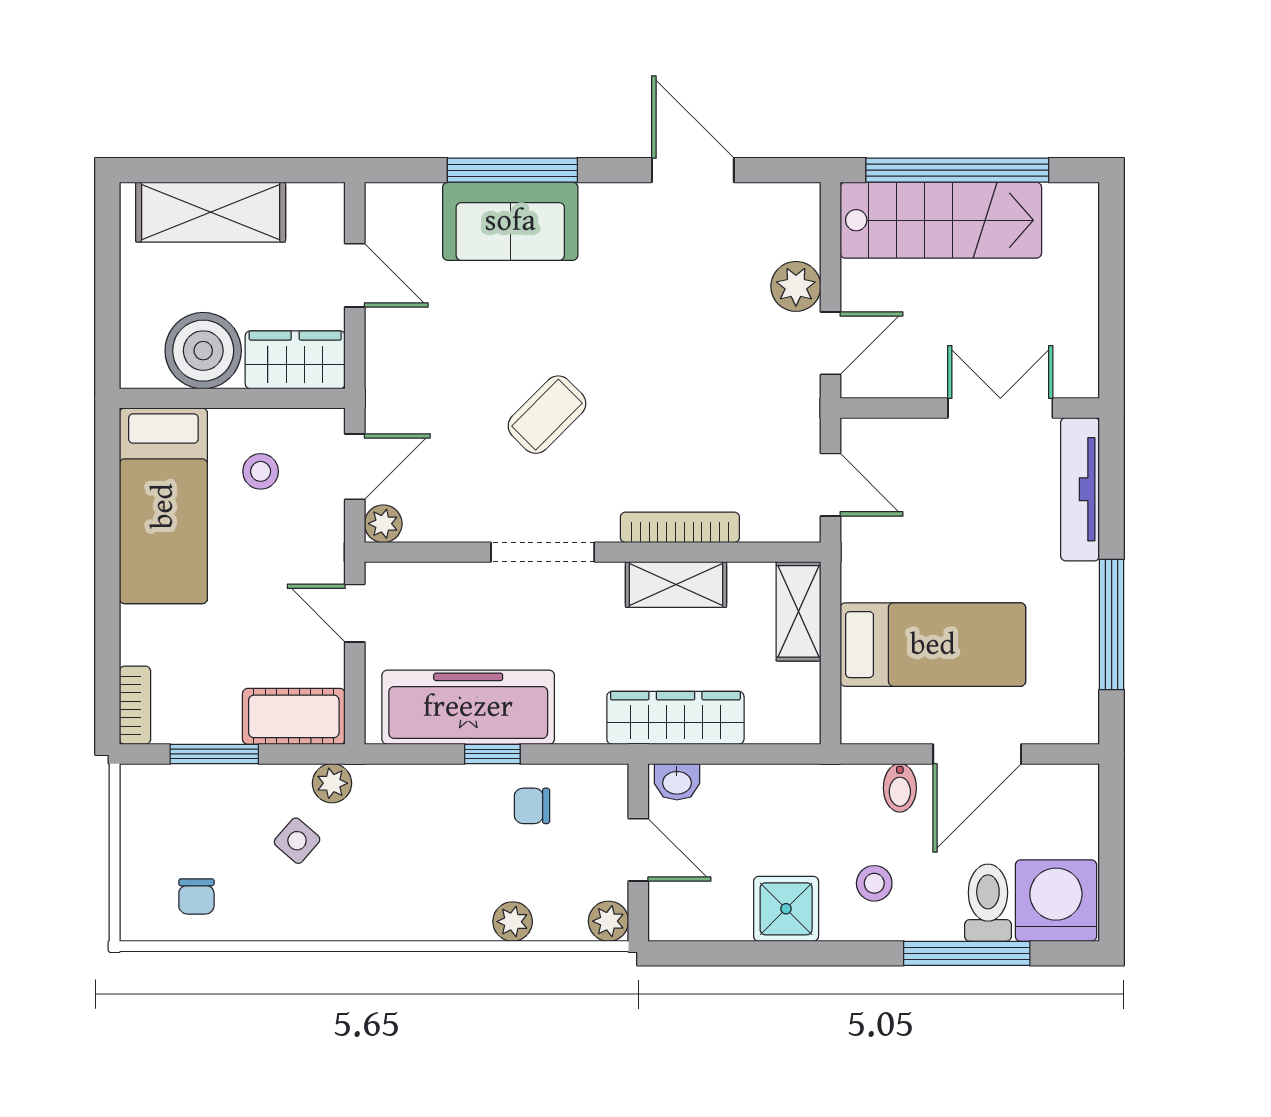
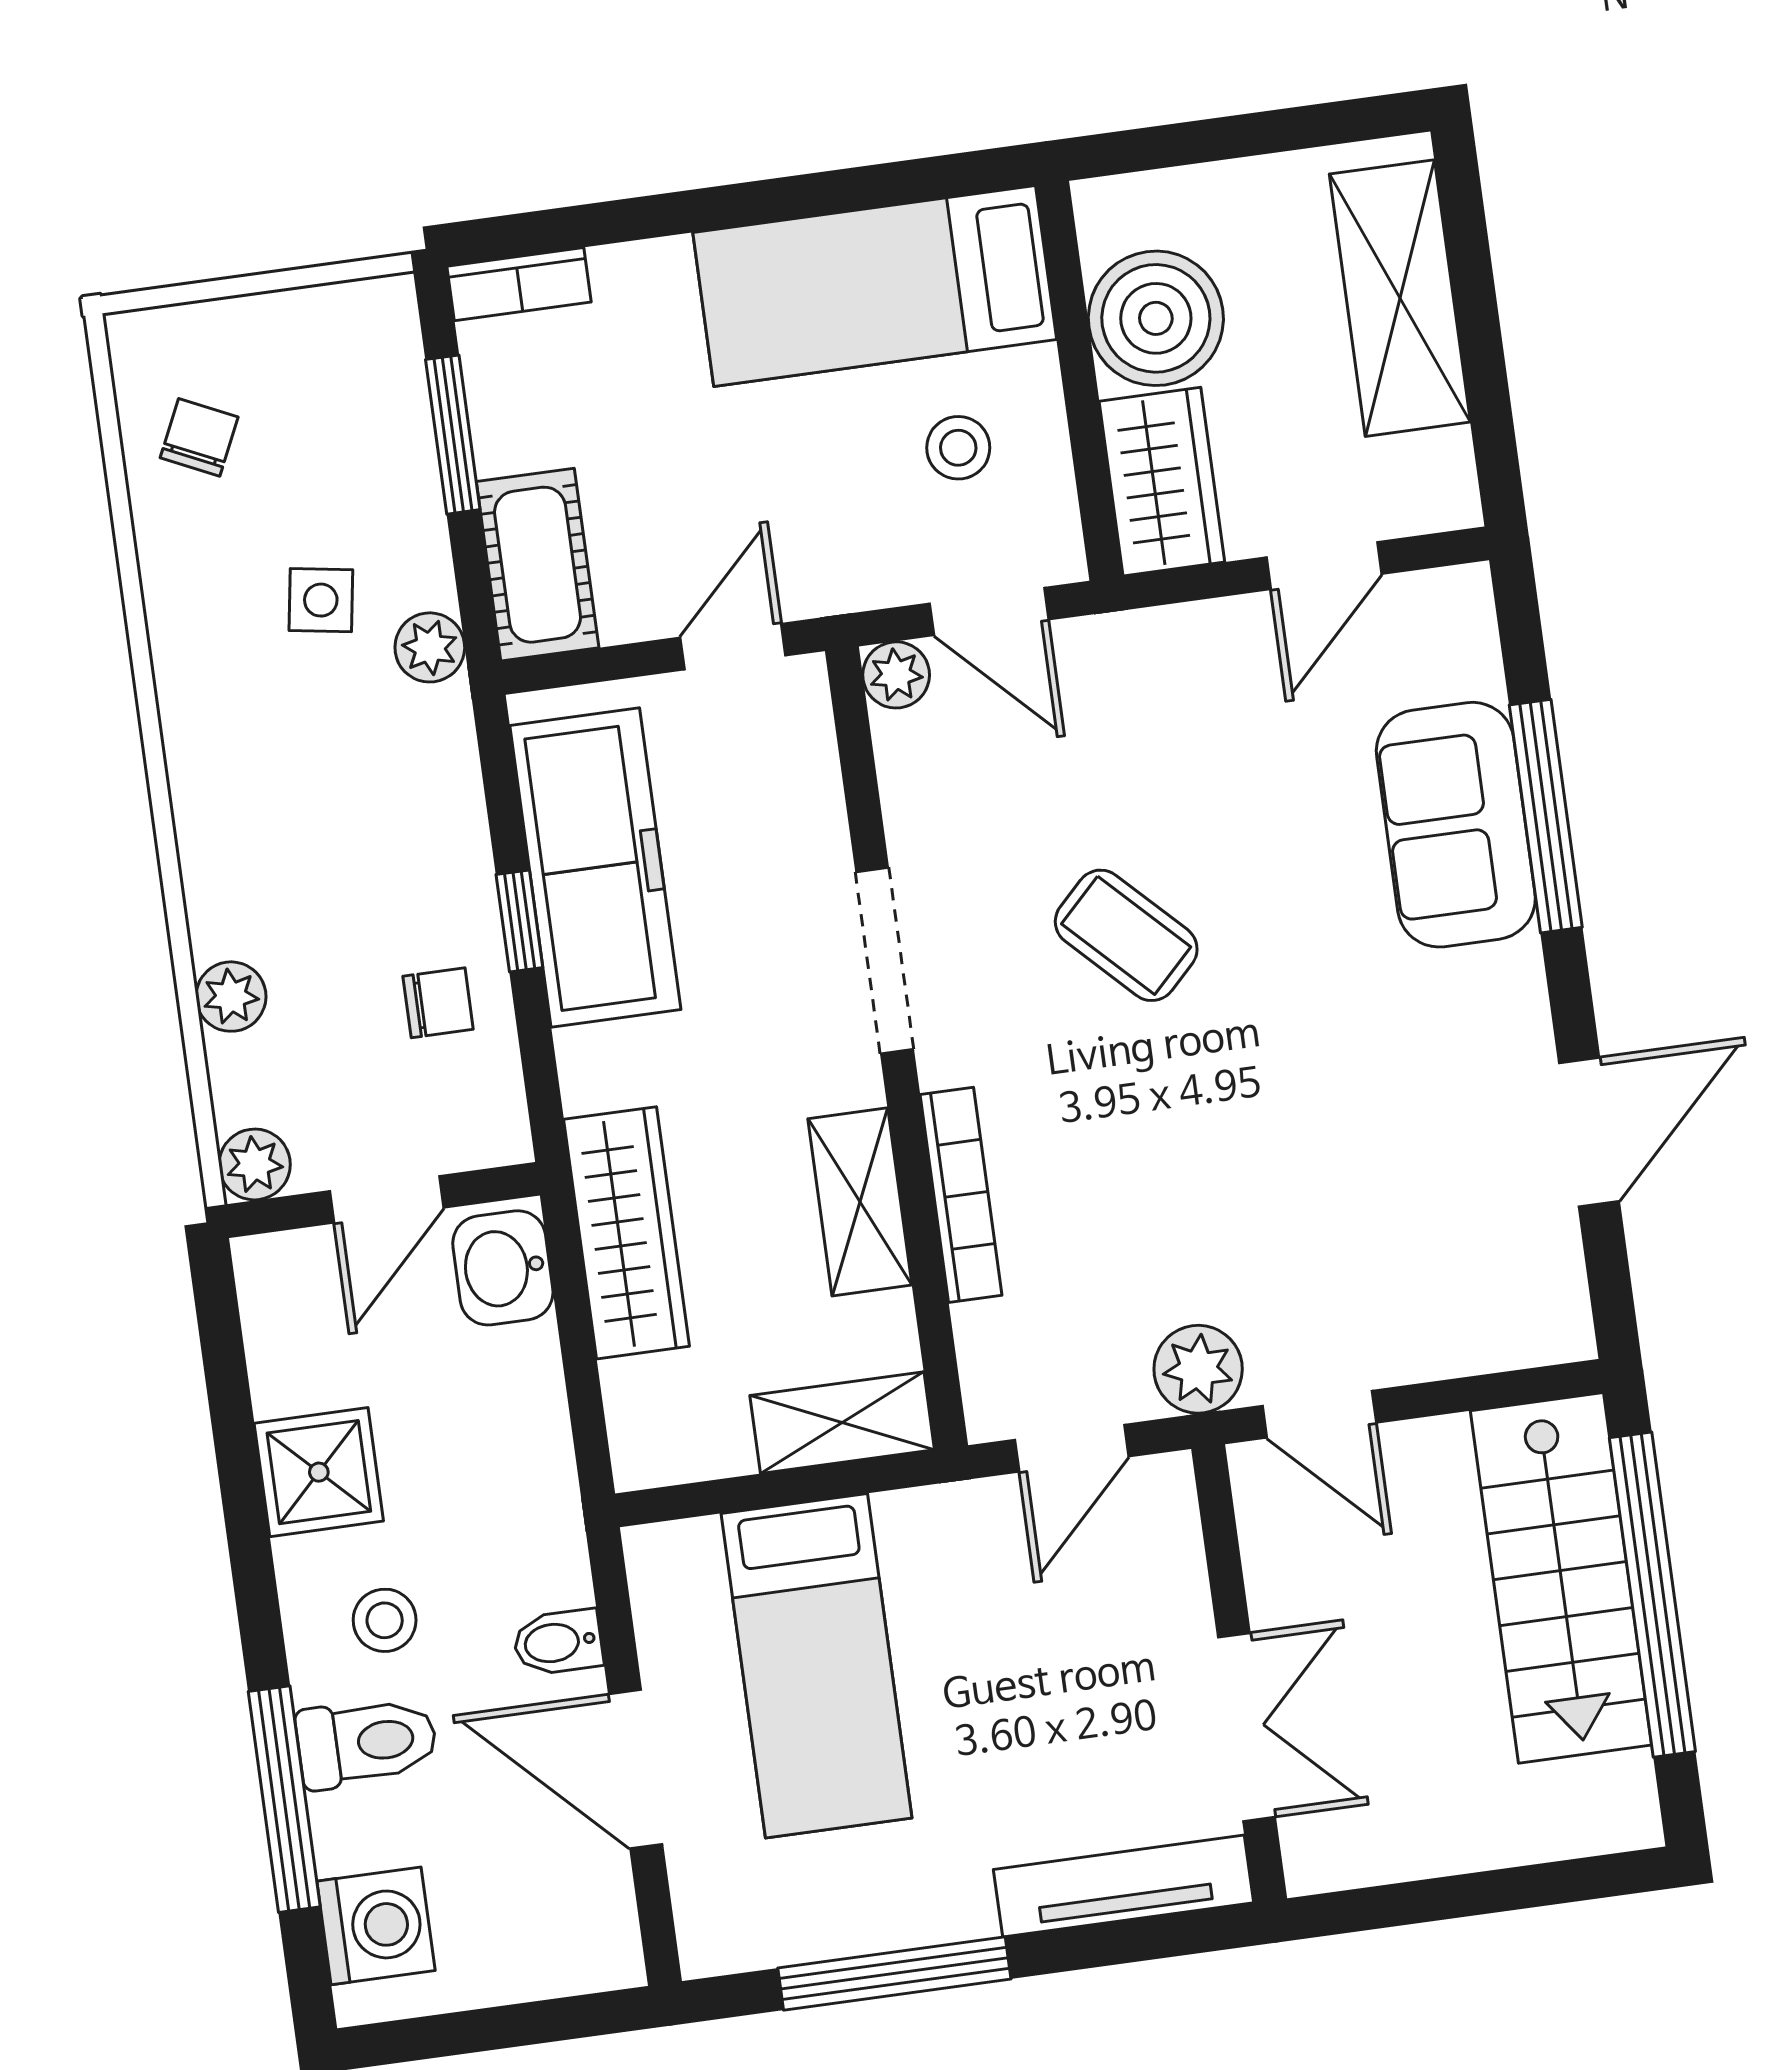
plant: (796, 286) -> (1198, 1369), moved
washbasin: (677, 782) -> (503, 1268), width x1.38, depth x1.45
chair: (532, 806) -> (438, 1003), turned 90
side table: (297, 841) -> (321, 600), turned -32
chair: (196, 896) -> (199, 437), turned 115
washing machine: (1056, 901) -> (376, 1926), width x0.73, depth x0.73
toilet: (988, 903) -> (367, 1742), moved

